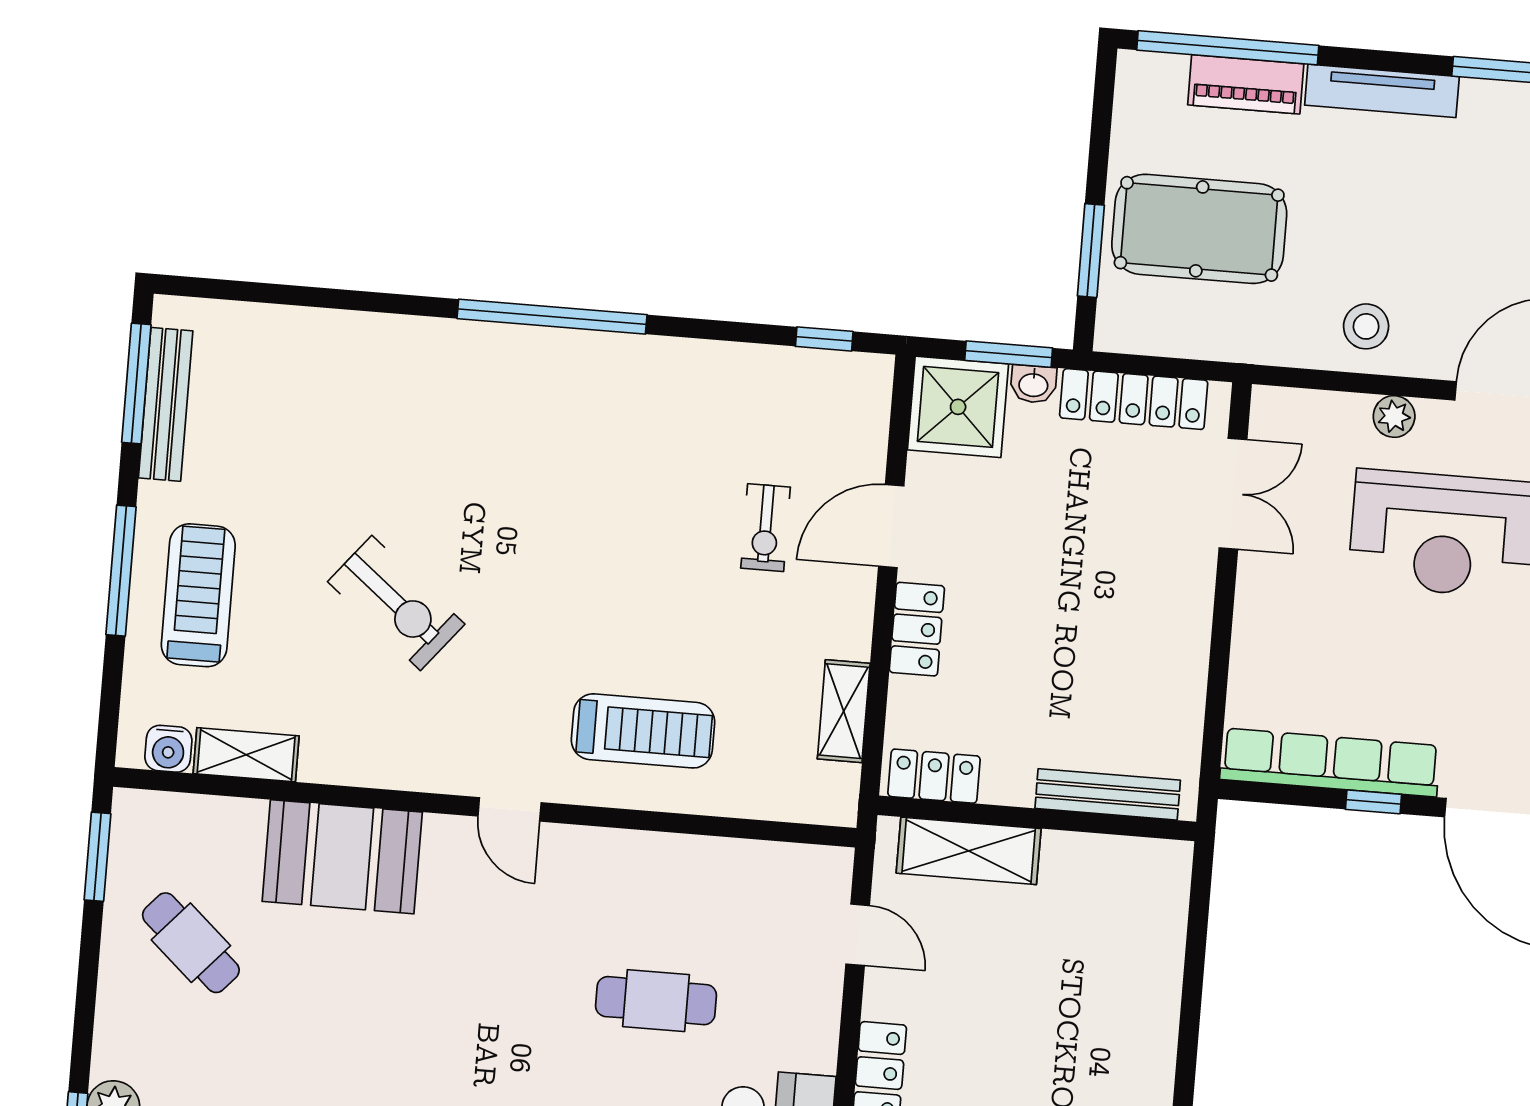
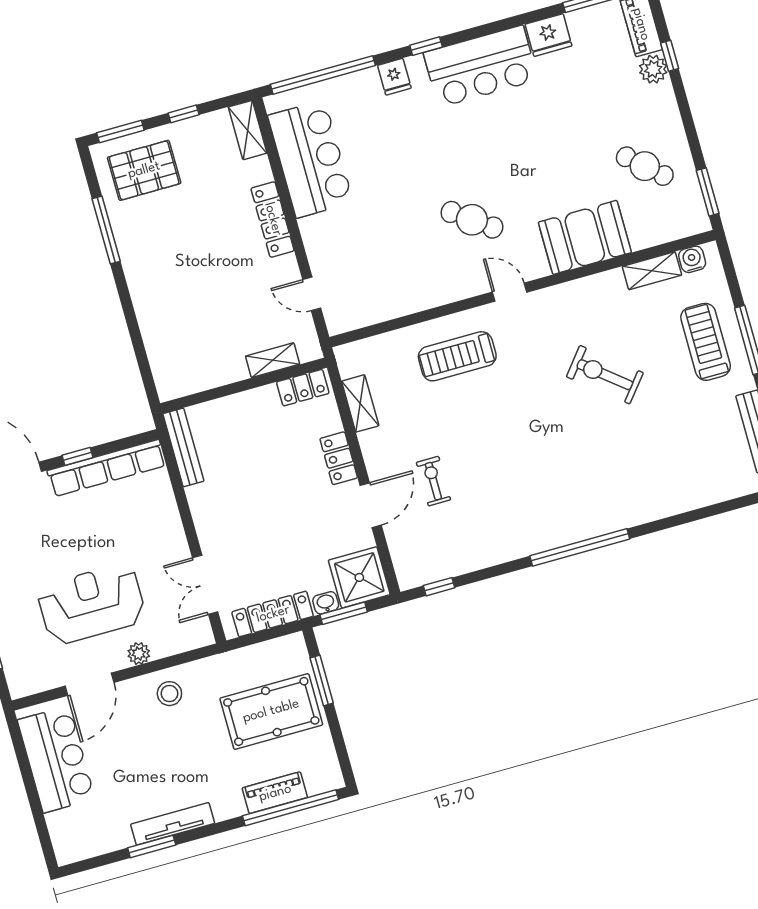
tv unit: (1382, 91) -> (173, 824), moved
treadmill: (198, 595) -> (706, 342), turned 180
bench: (1108, 794) -> (183, 447), moved, turned 90
shelving: (969, 851) -> (273, 360), width x0.67, depth x0.75
cafe table: (656, 1001) -> (472, 220), moved, turned 36

